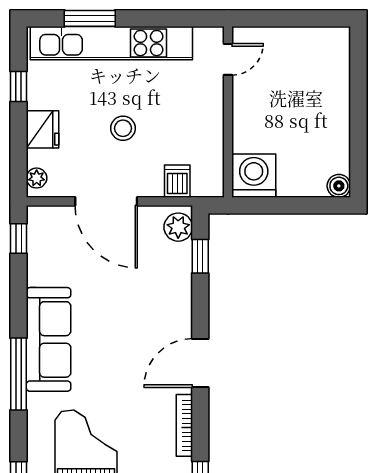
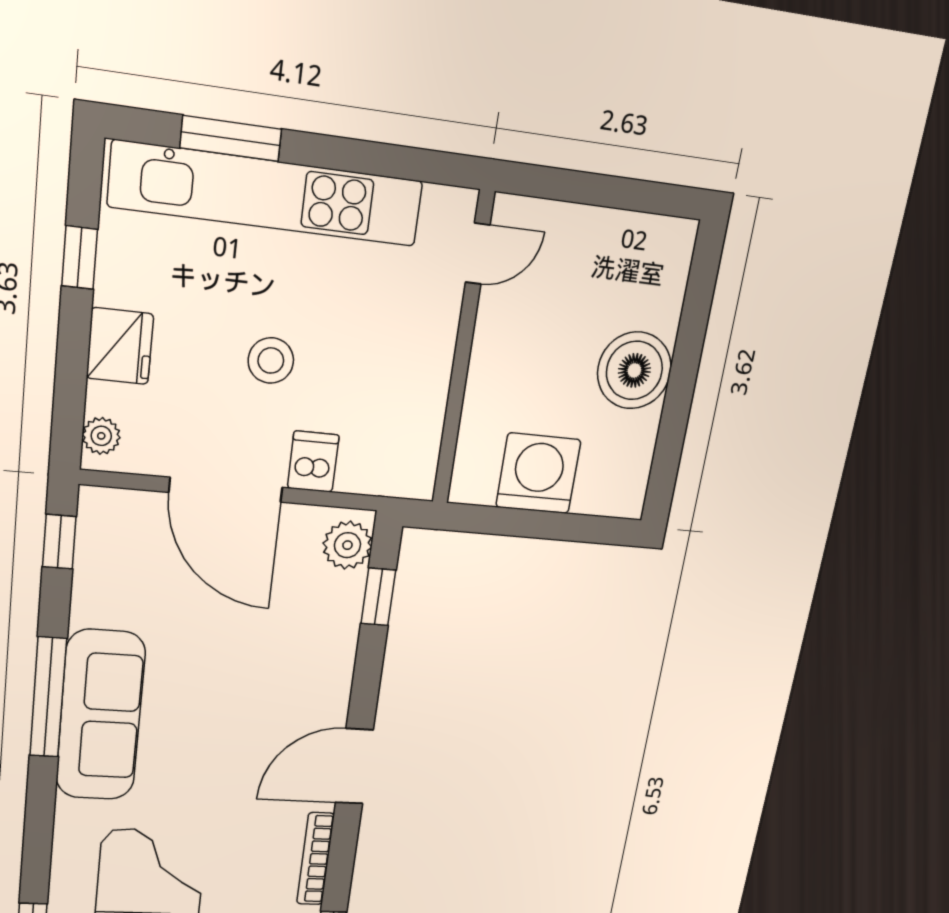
washing machine: (254, 176) -> (538, 473), moved
dishwasher: (177, 181) -> (313, 462), moved
boiler: (339, 186) -> (634, 370), moved, width x1.86, depth x1.86
window: (19, 374) -> (48, 697), moved

